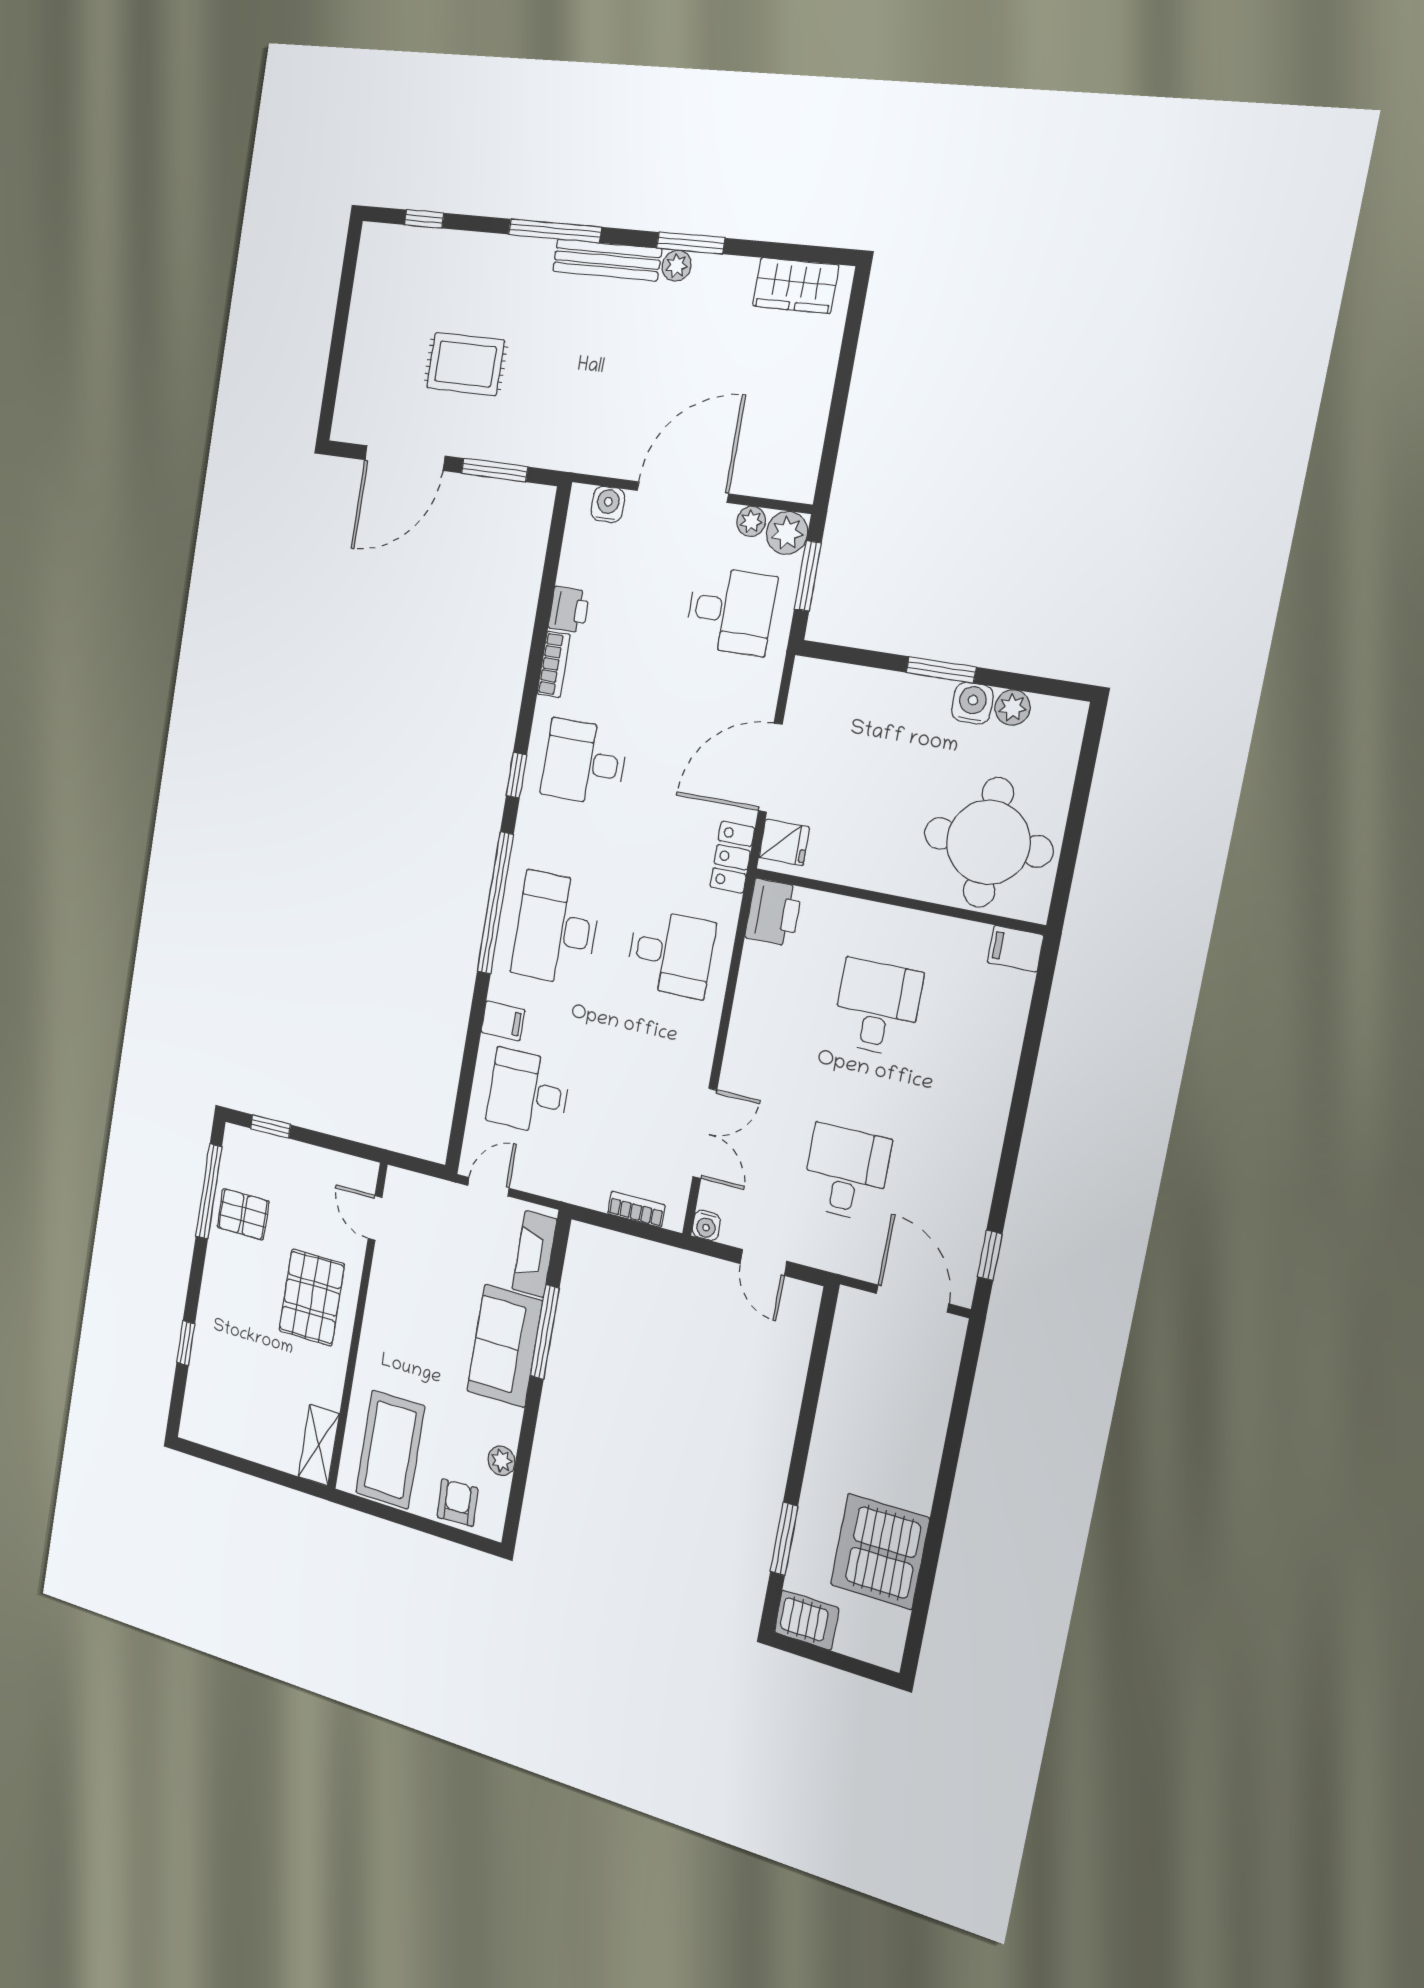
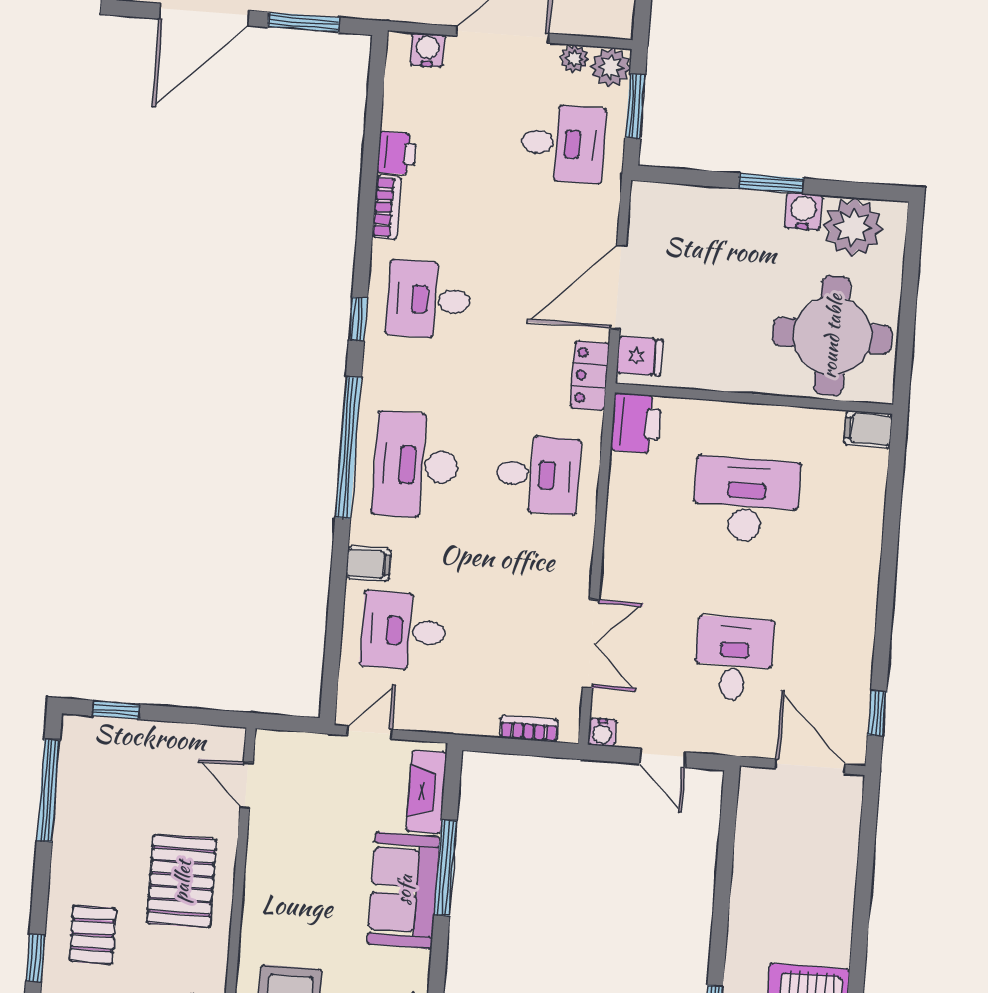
plant: (1012, 707) -> (853, 227), width x1.88, depth x1.88
desk: (877, 1007) -> (746, 500), width x1.37
pallet: (243, 1214) -> (93, 935), moved, turned 90

